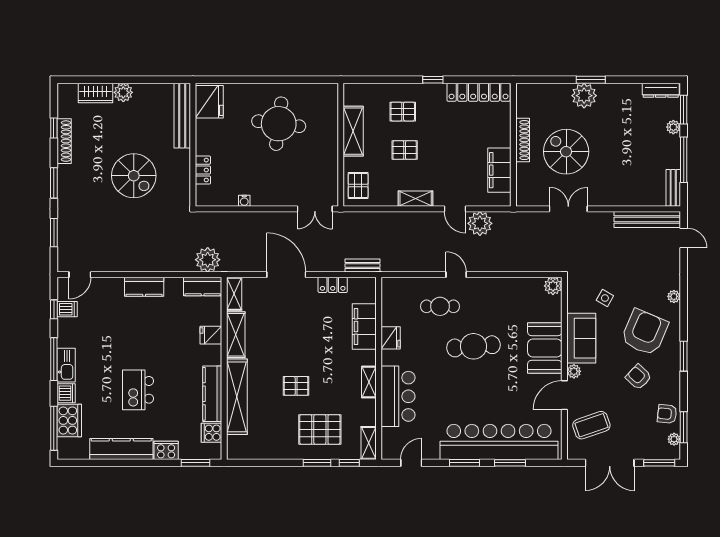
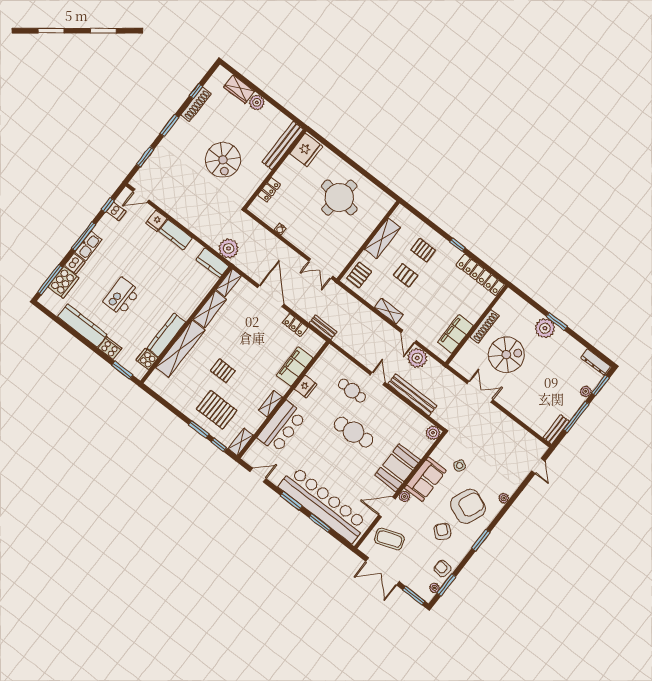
spiral stairs: (566, 152) -> (506, 355), turned 90
bench: (647, 219) -> (412, 395), moved
fridge: (211, 335) -> (156, 221), moved, turned -90

